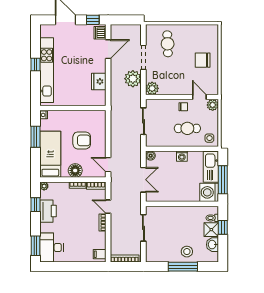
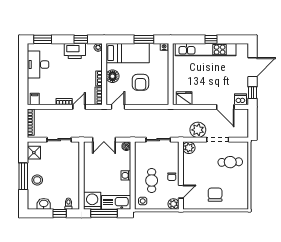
fridge: (99, 81) -> (184, 98), moved
shower: (211, 230) -> (34, 153), moved
desk: (51, 248) -> (38, 65), moved, turned -90

